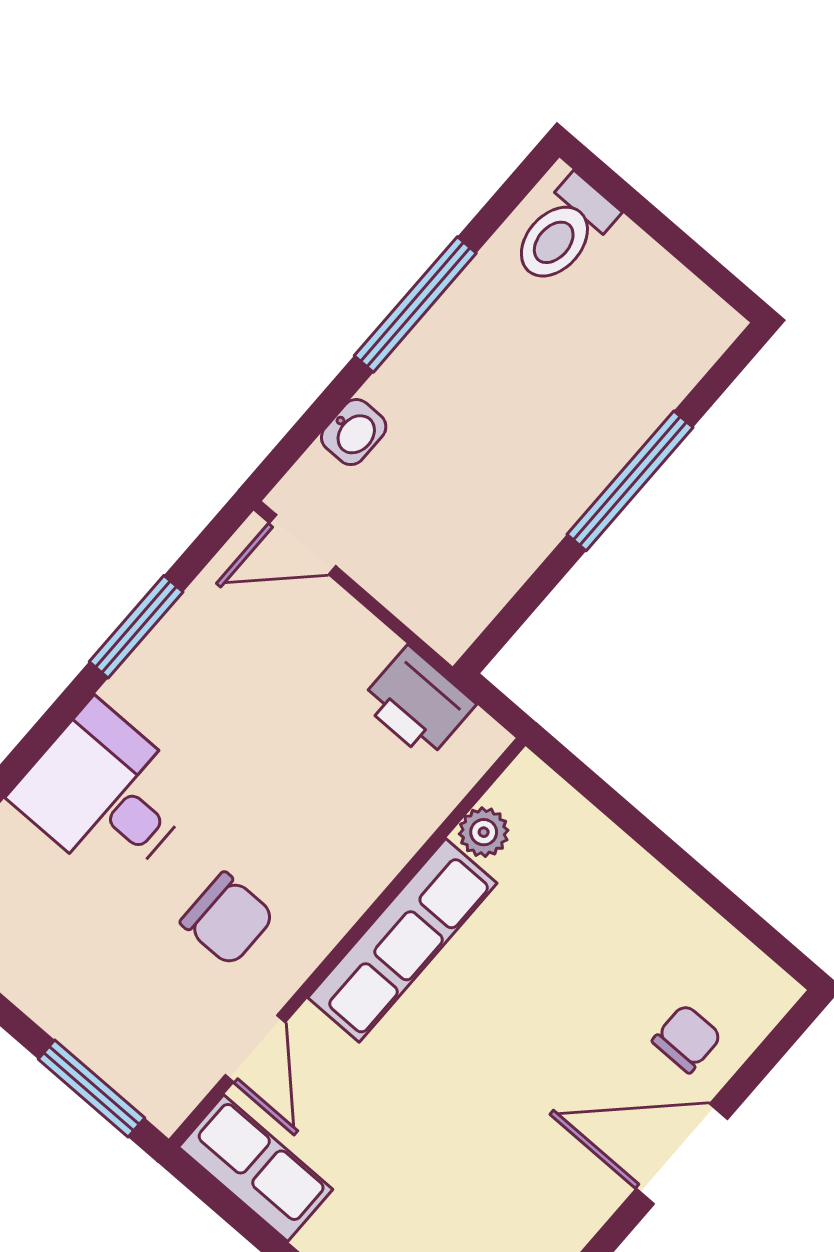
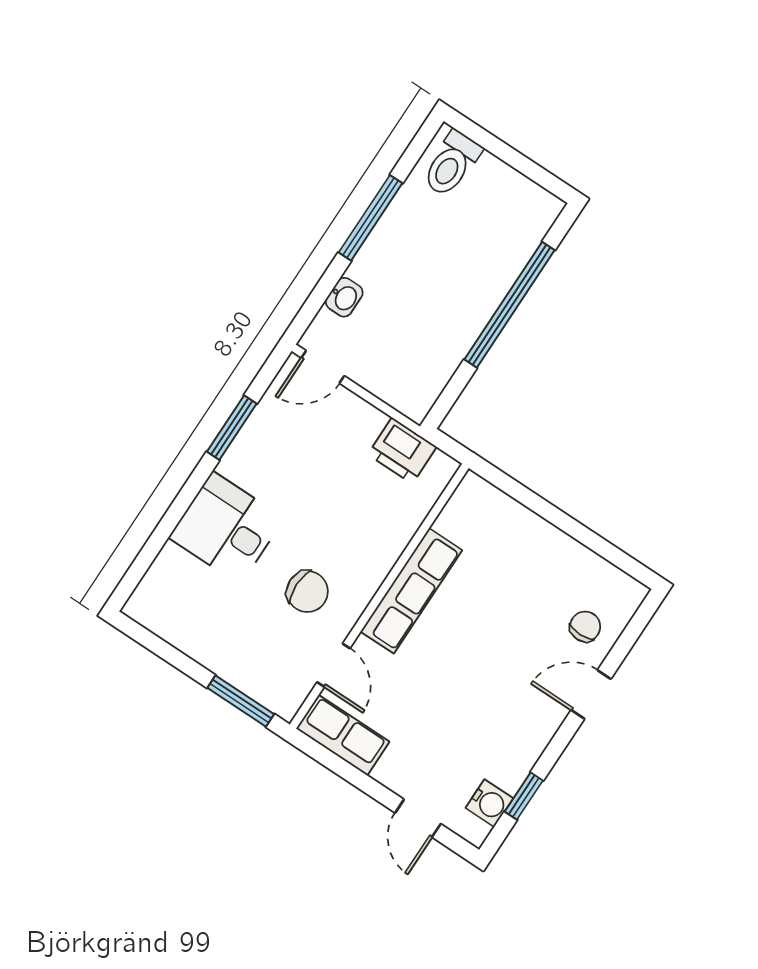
window: (630, 481) -> (510, 305), width x1.46
plant: (484, 832) -> (451, 521), removed
door: (682, 1154) -> (591, 694), width x0.73

